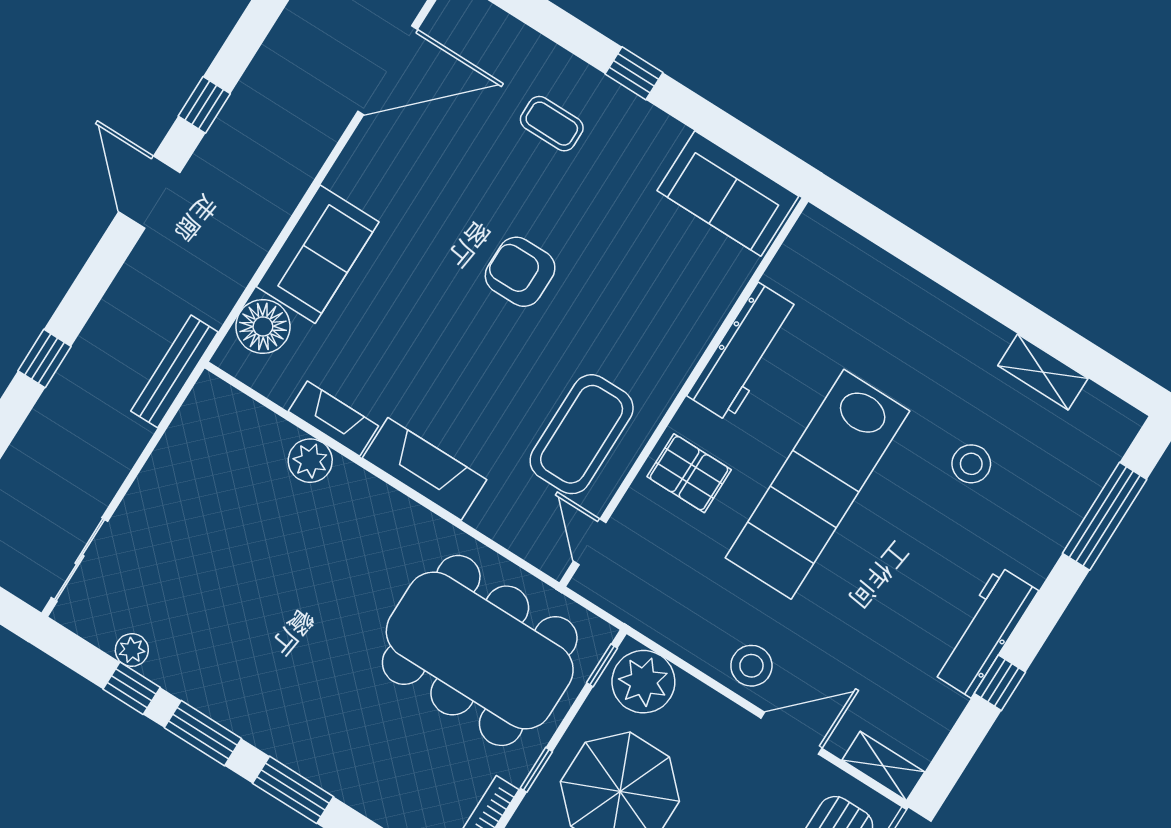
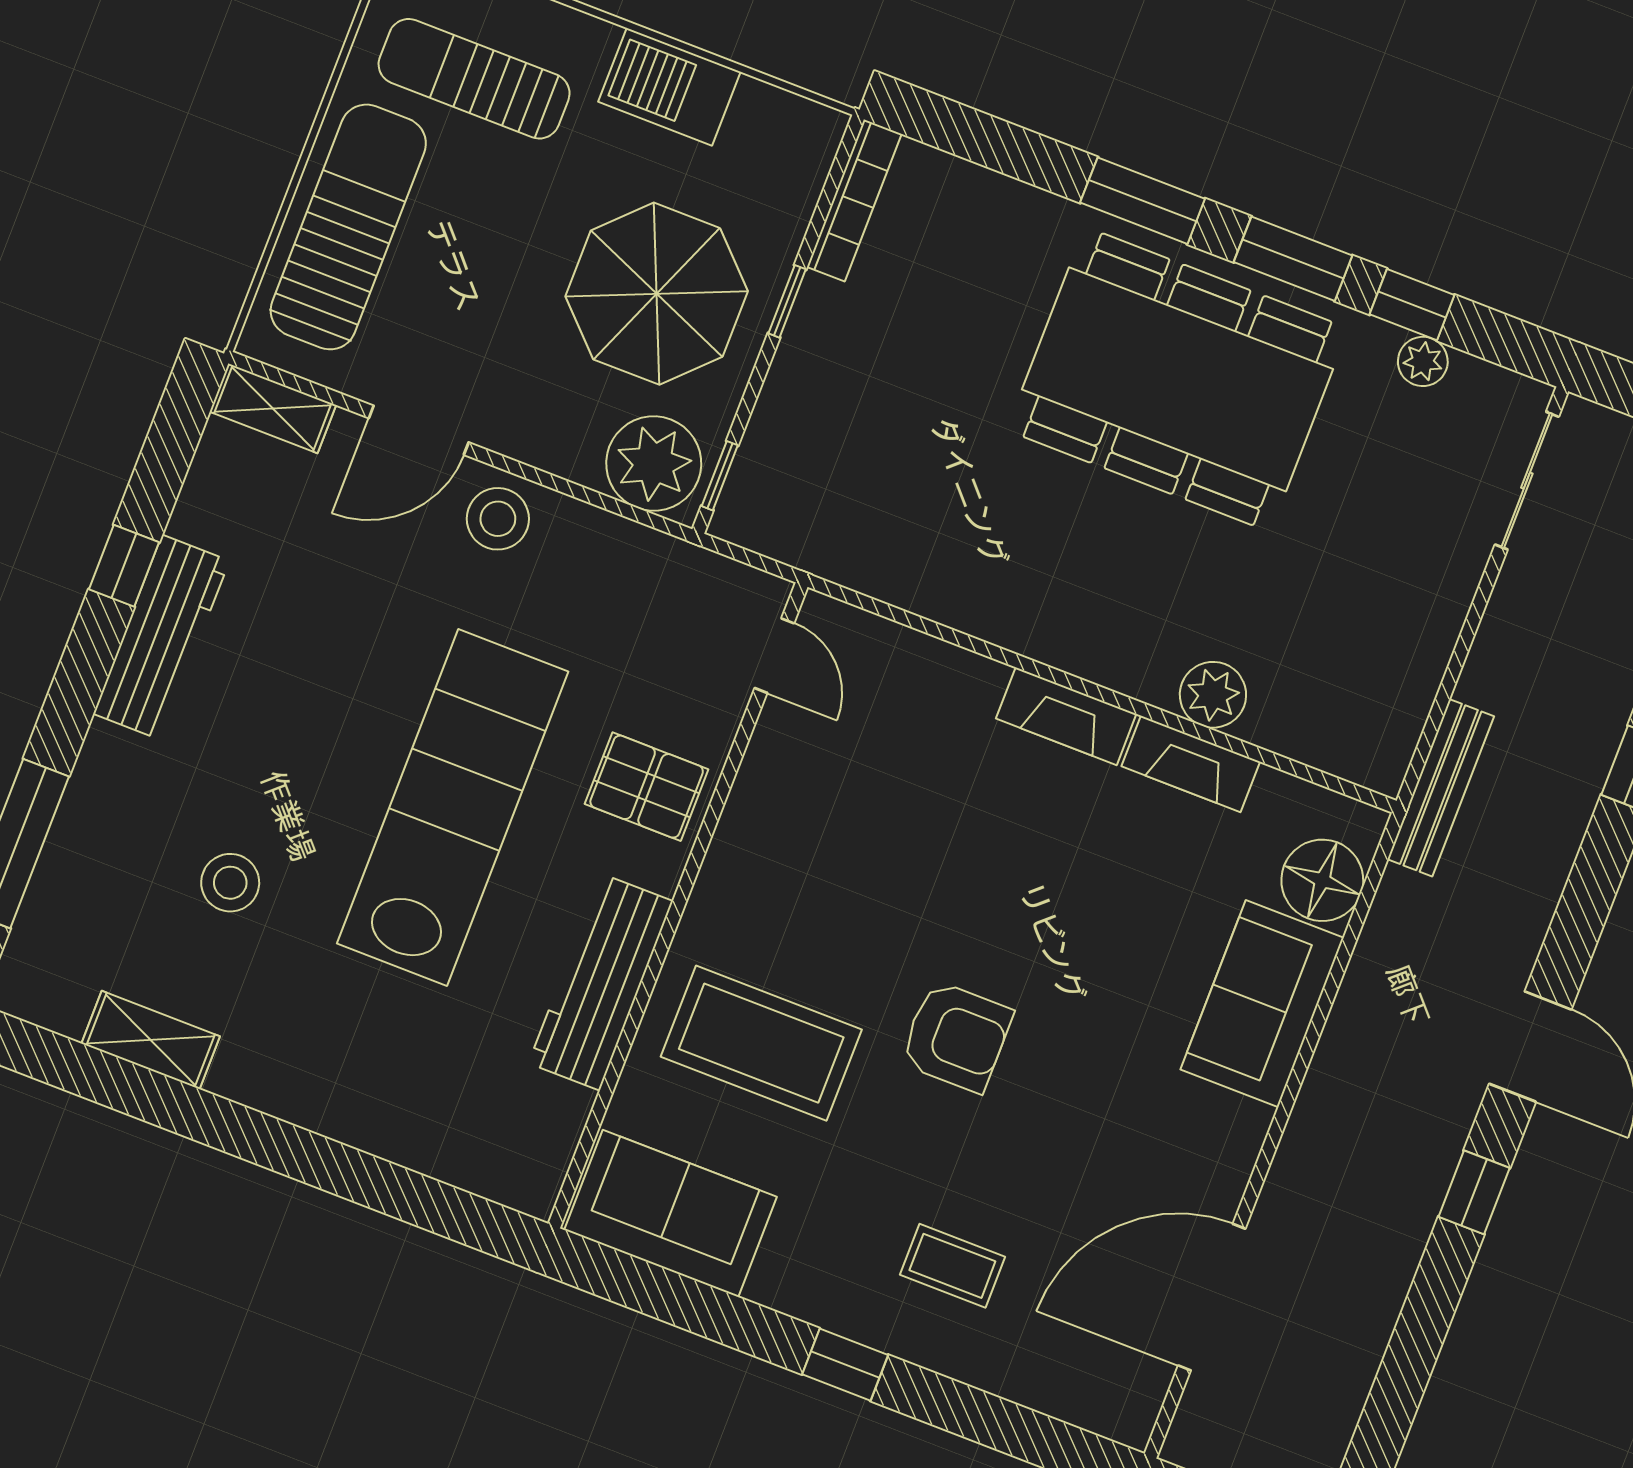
coffee table: (582, 434) -> (761, 1043), moved, turned 90
fireplace: (425, 469) -> (1066, 716), width x0.73, depth x0.76
dining table: (480, 650) -> (1177, 379), moved

